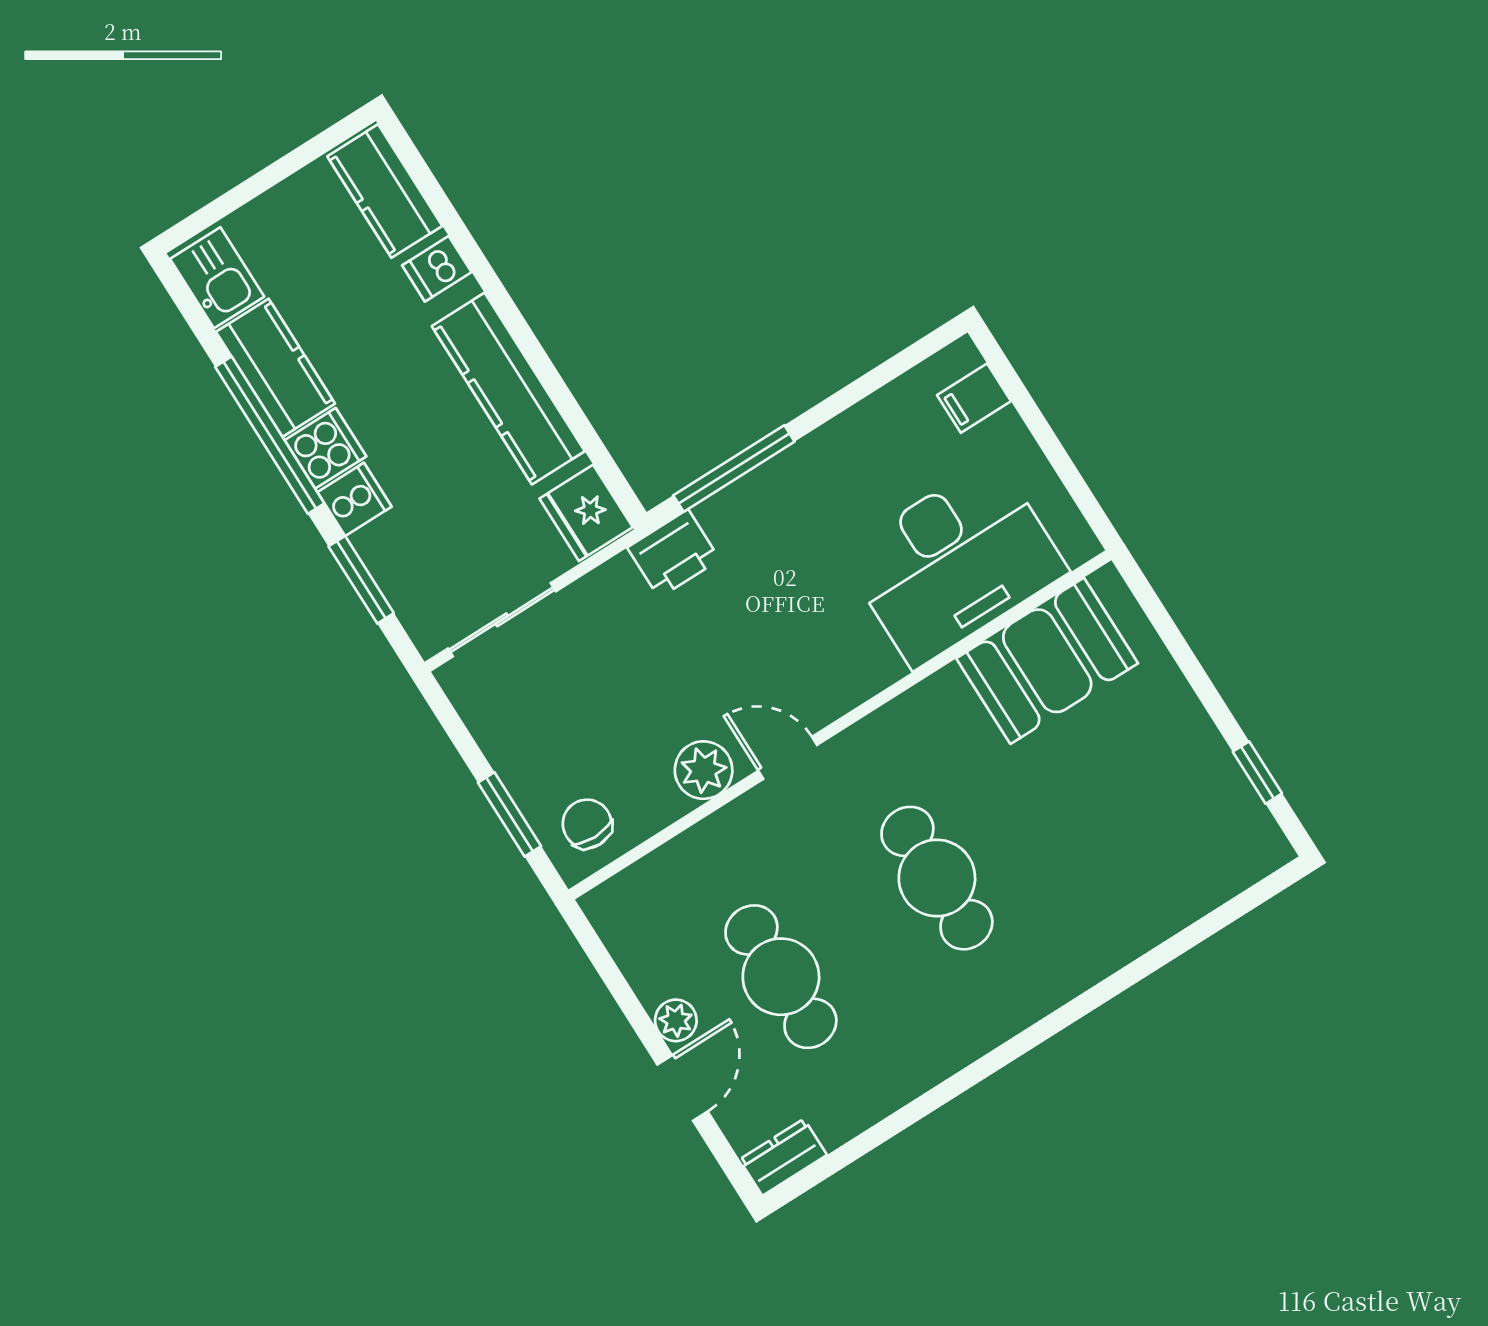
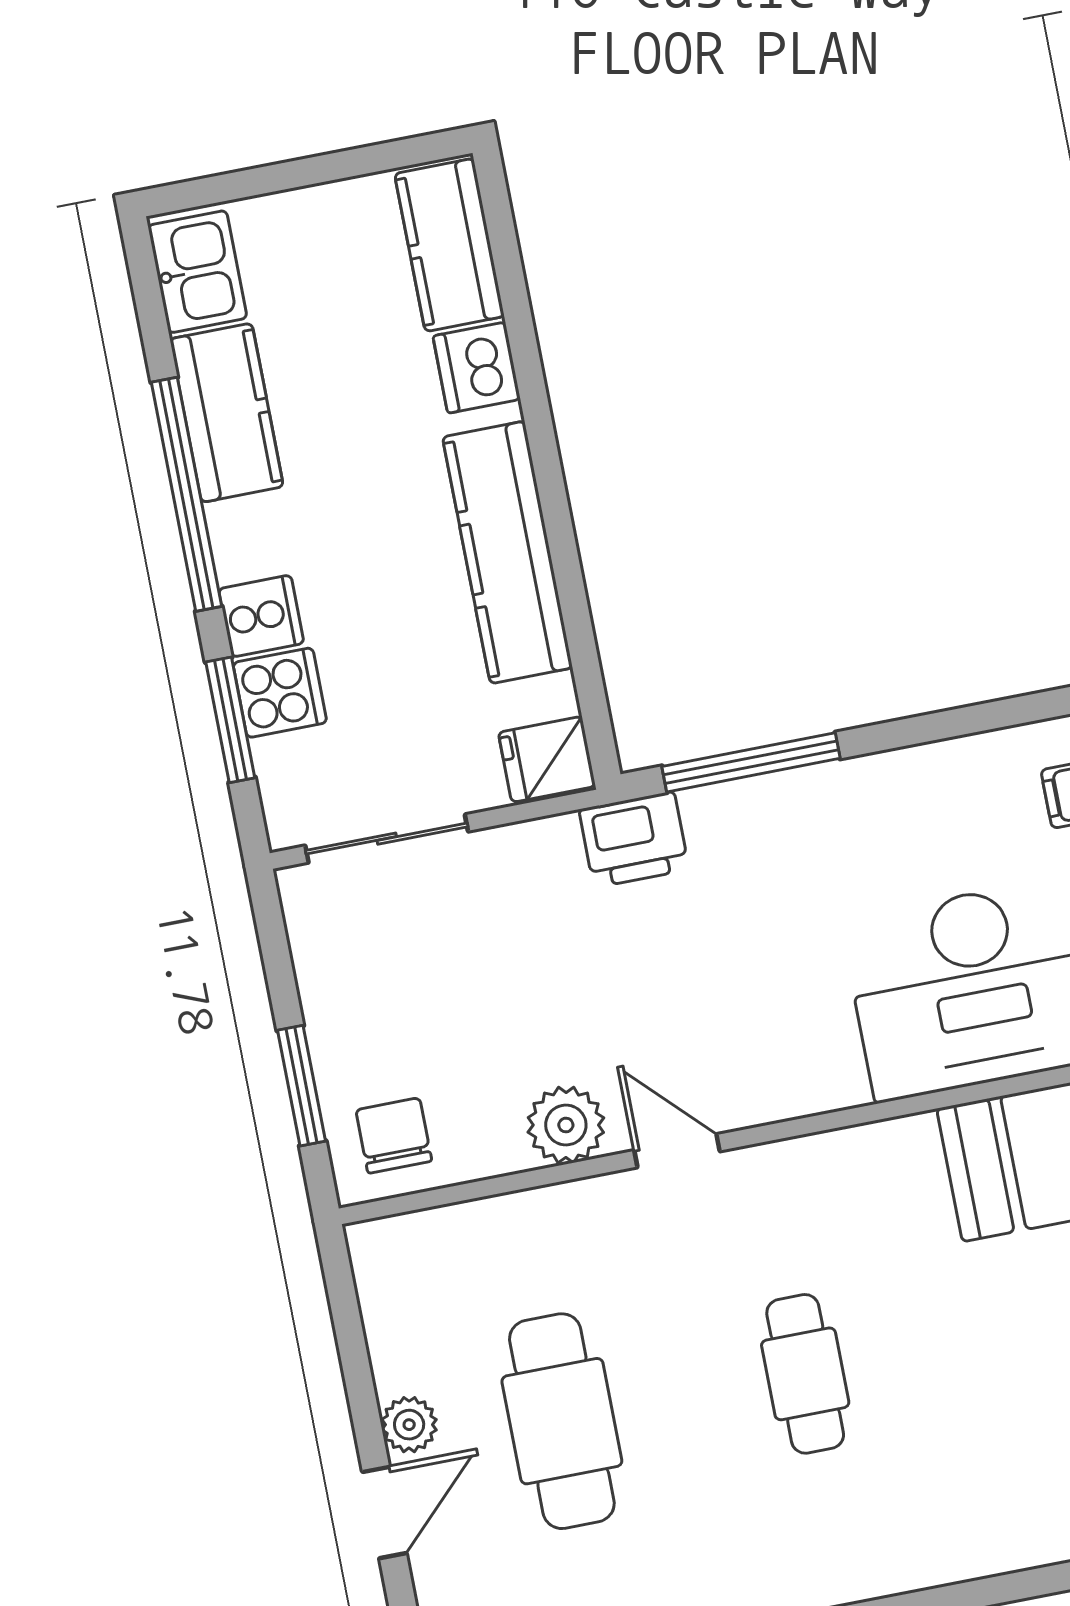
dishwasher: (437, 269) -> (477, 368), width x1.38
cooker: (325, 448) -> (280, 693), moved
fridge: (586, 513) -> (547, 759), width x0.72
cafe table: (937, 878) -> (805, 1374), width x0.73, depth x0.74

